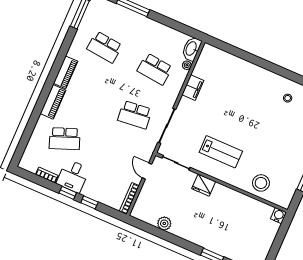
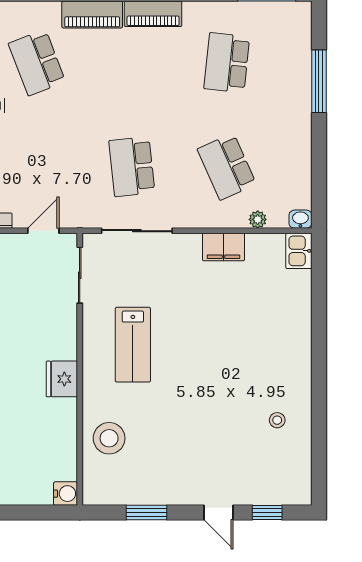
washbasin: (191, 49) -> (300, 219), width x0.52, depth x0.69
kitchen sink: (211, 52) -> (299, 251), added
school desk: (155, 69) -> (227, 167), turned -30
fridge: (204, 185) -> (62, 379), moved

